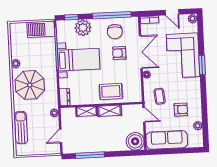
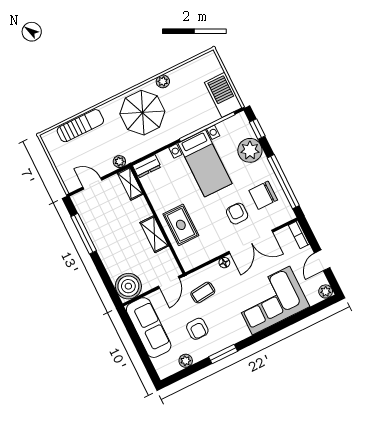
window: (202, 65) -> (223, 354), moved
shelving: (87, 111) -> (130, 184), moved

